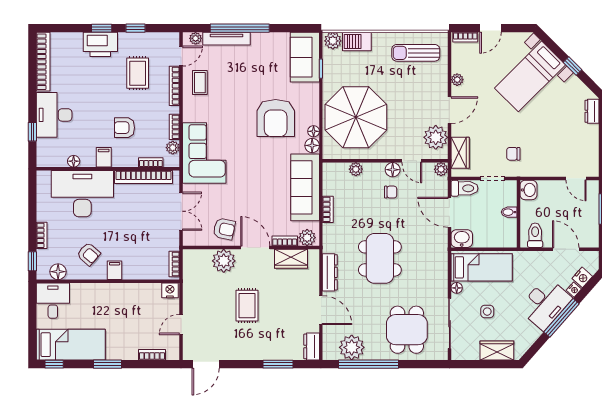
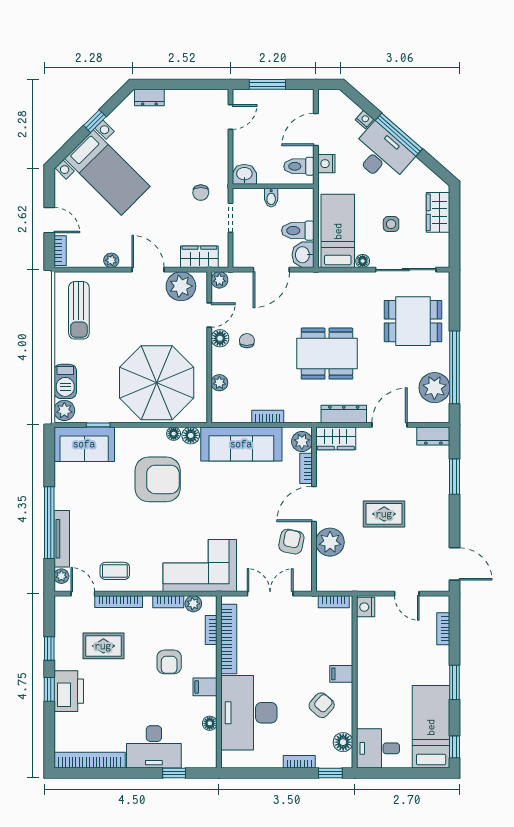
toilet: (464, 188) -> (298, 231), moved, turned -90
wardrobe: (291, 259) -> (336, 438), moved, turned 90
nightstand: (582, 277) -> (326, 164), moved, turned -131

